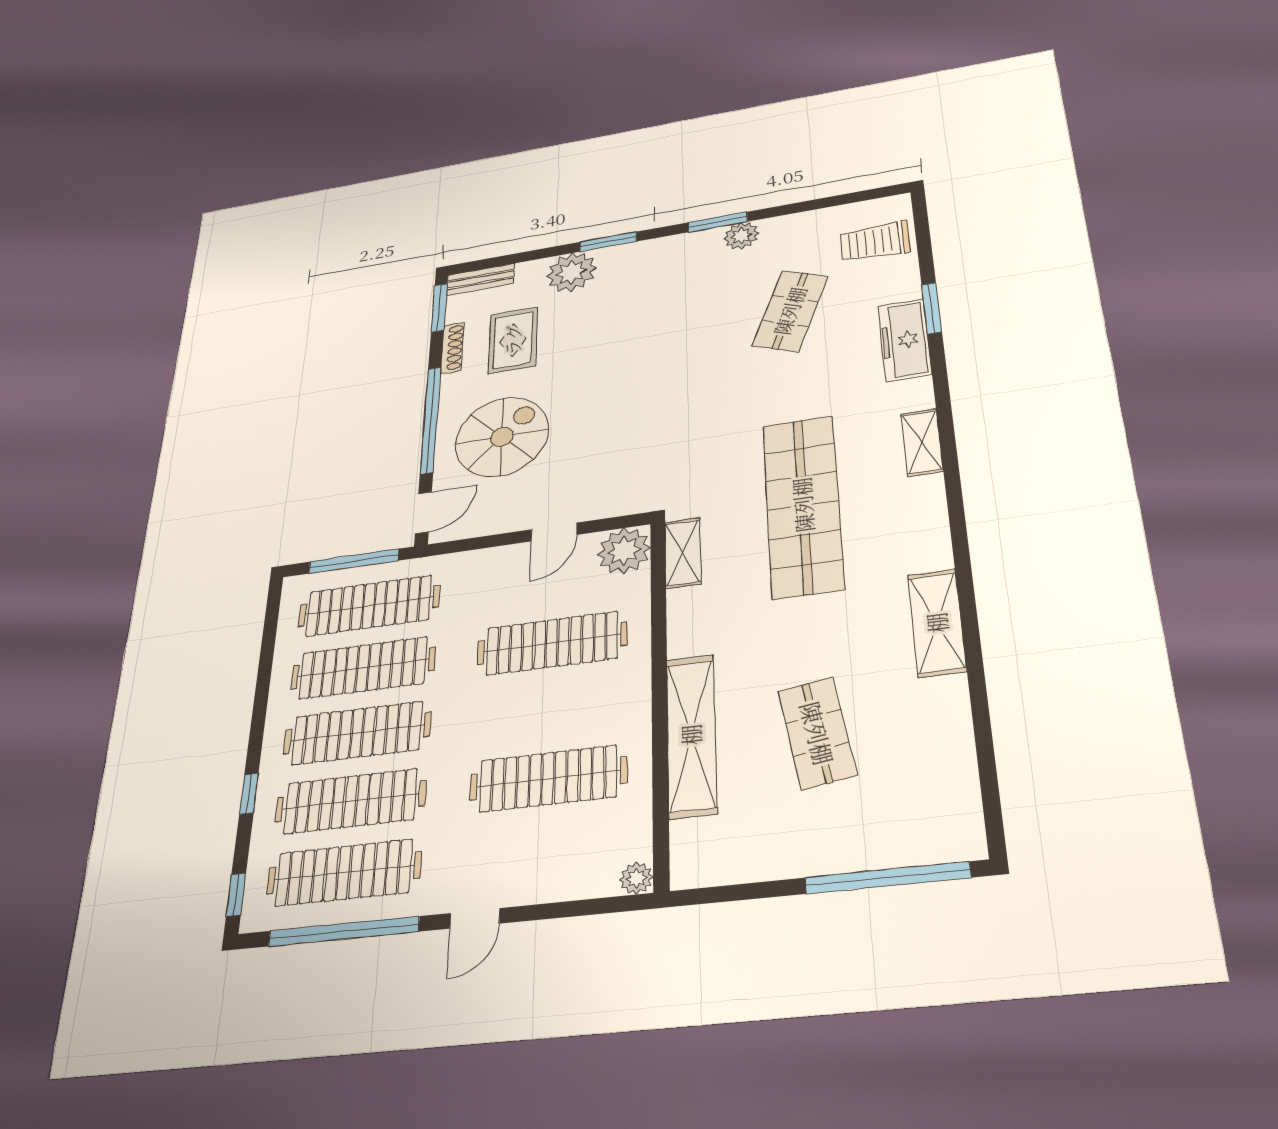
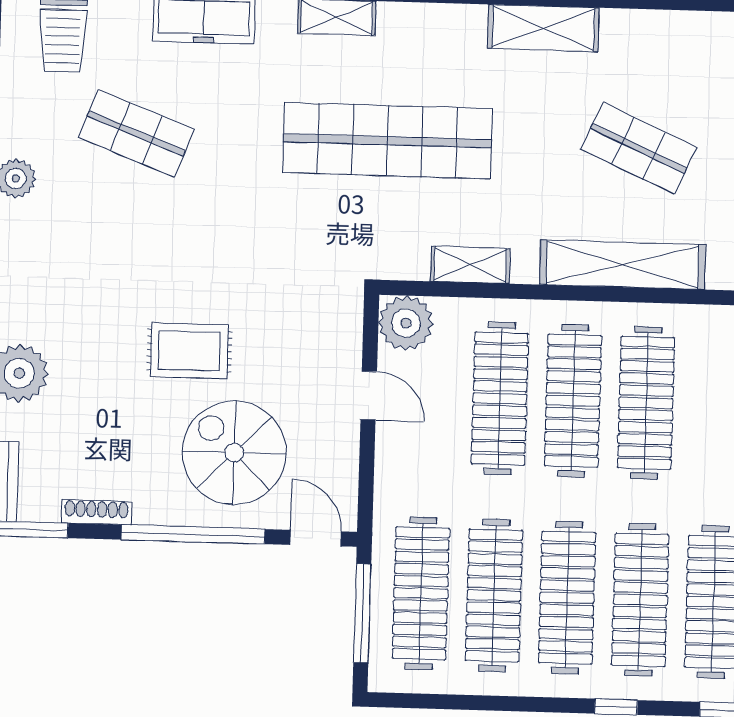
rug: (513, 340) -> (189, 351), moved
shelving: (683, 553) -> (470, 265), moved
clothes rail: (550, 709) -> (573, 401), added
shop shelf: (817, 733) -> (639, 148), turned 33

